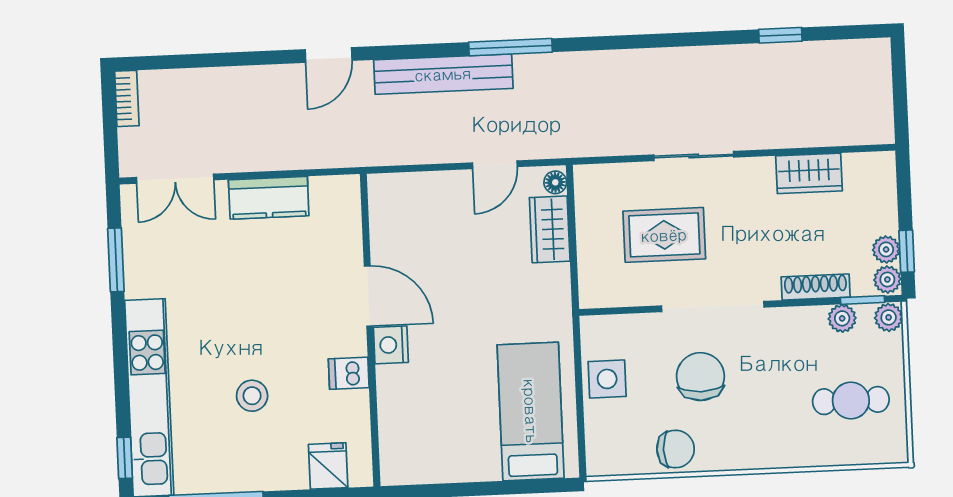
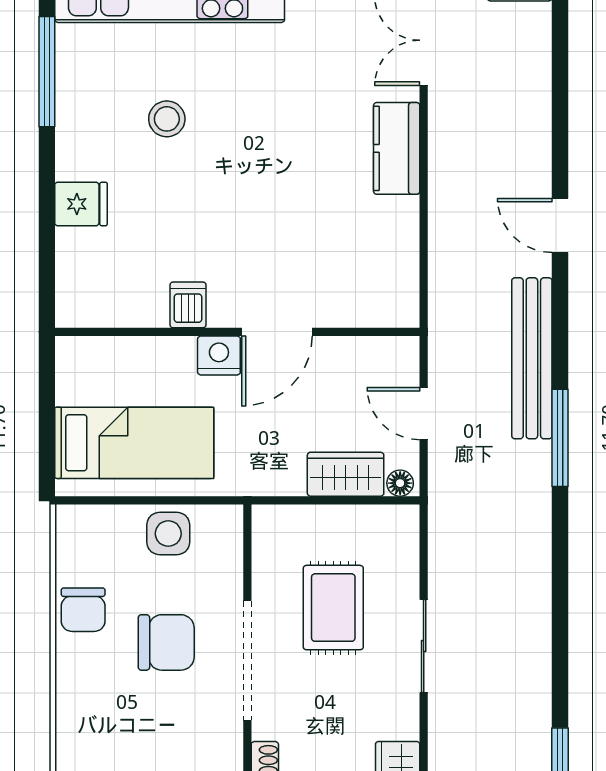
door: (369, 296) -> (277, 332), moved
wall: (370, 330) -> (237, 332), moved
nightstand: (391, 345) -> (219, 356), moved
dishwasher: (349, 373) -> (188, 305), moved

